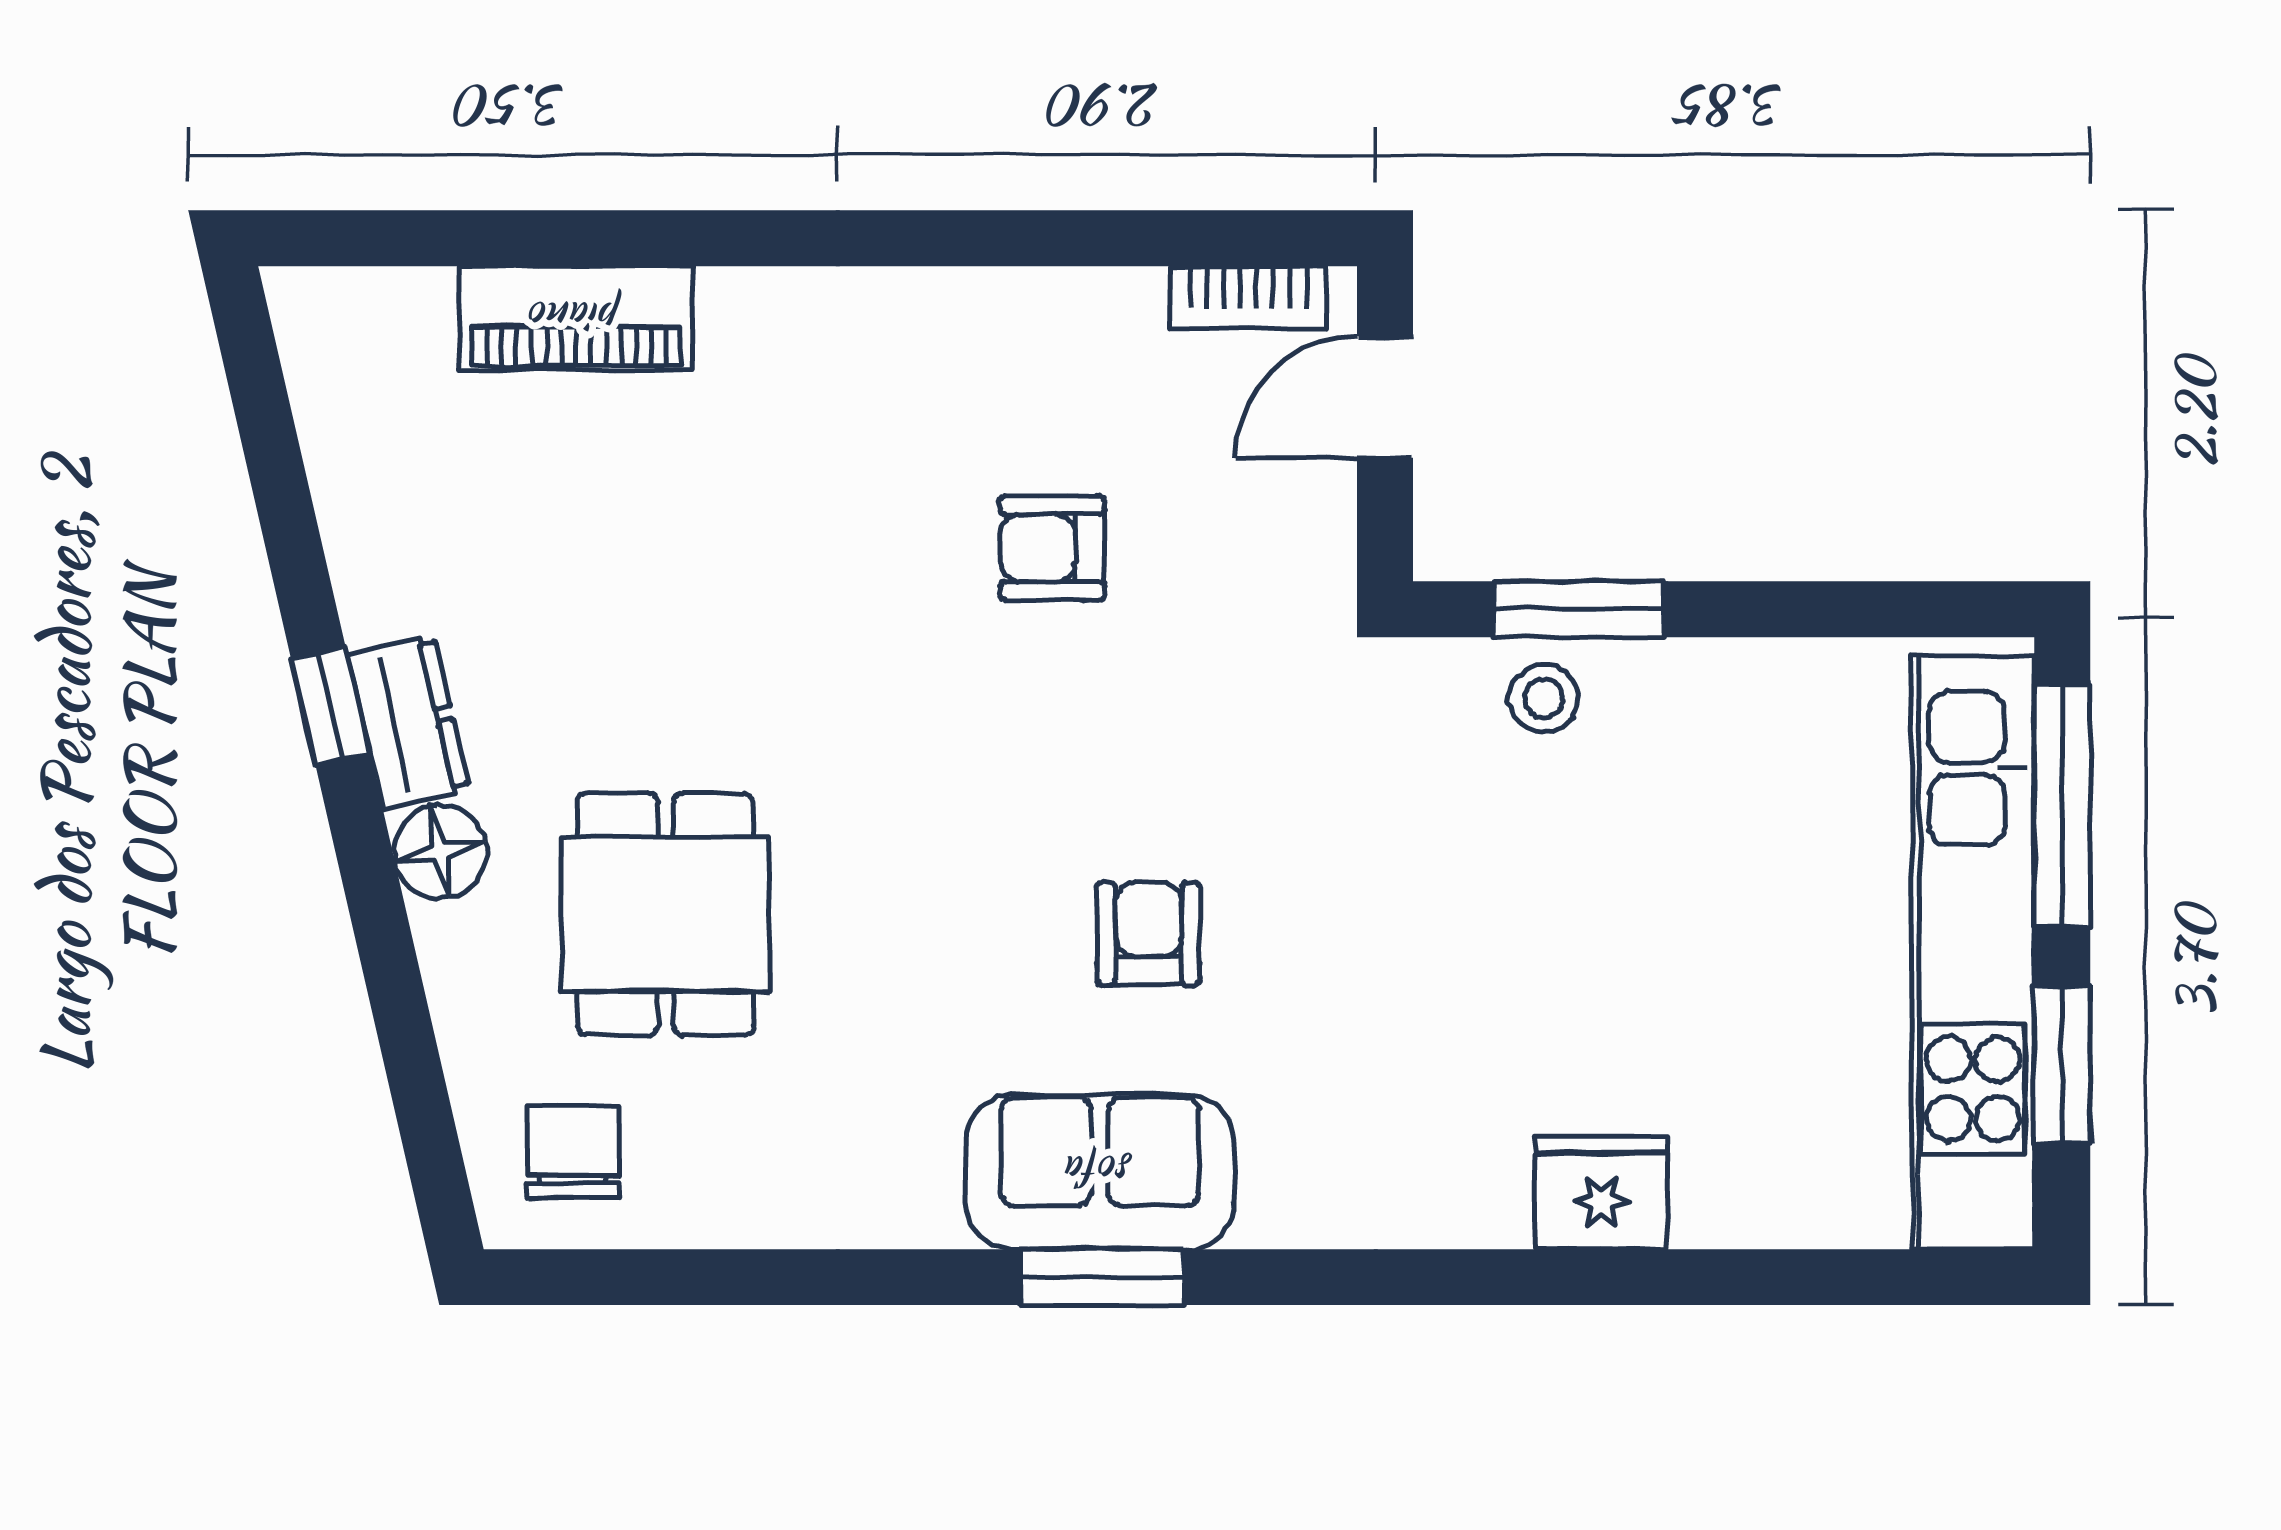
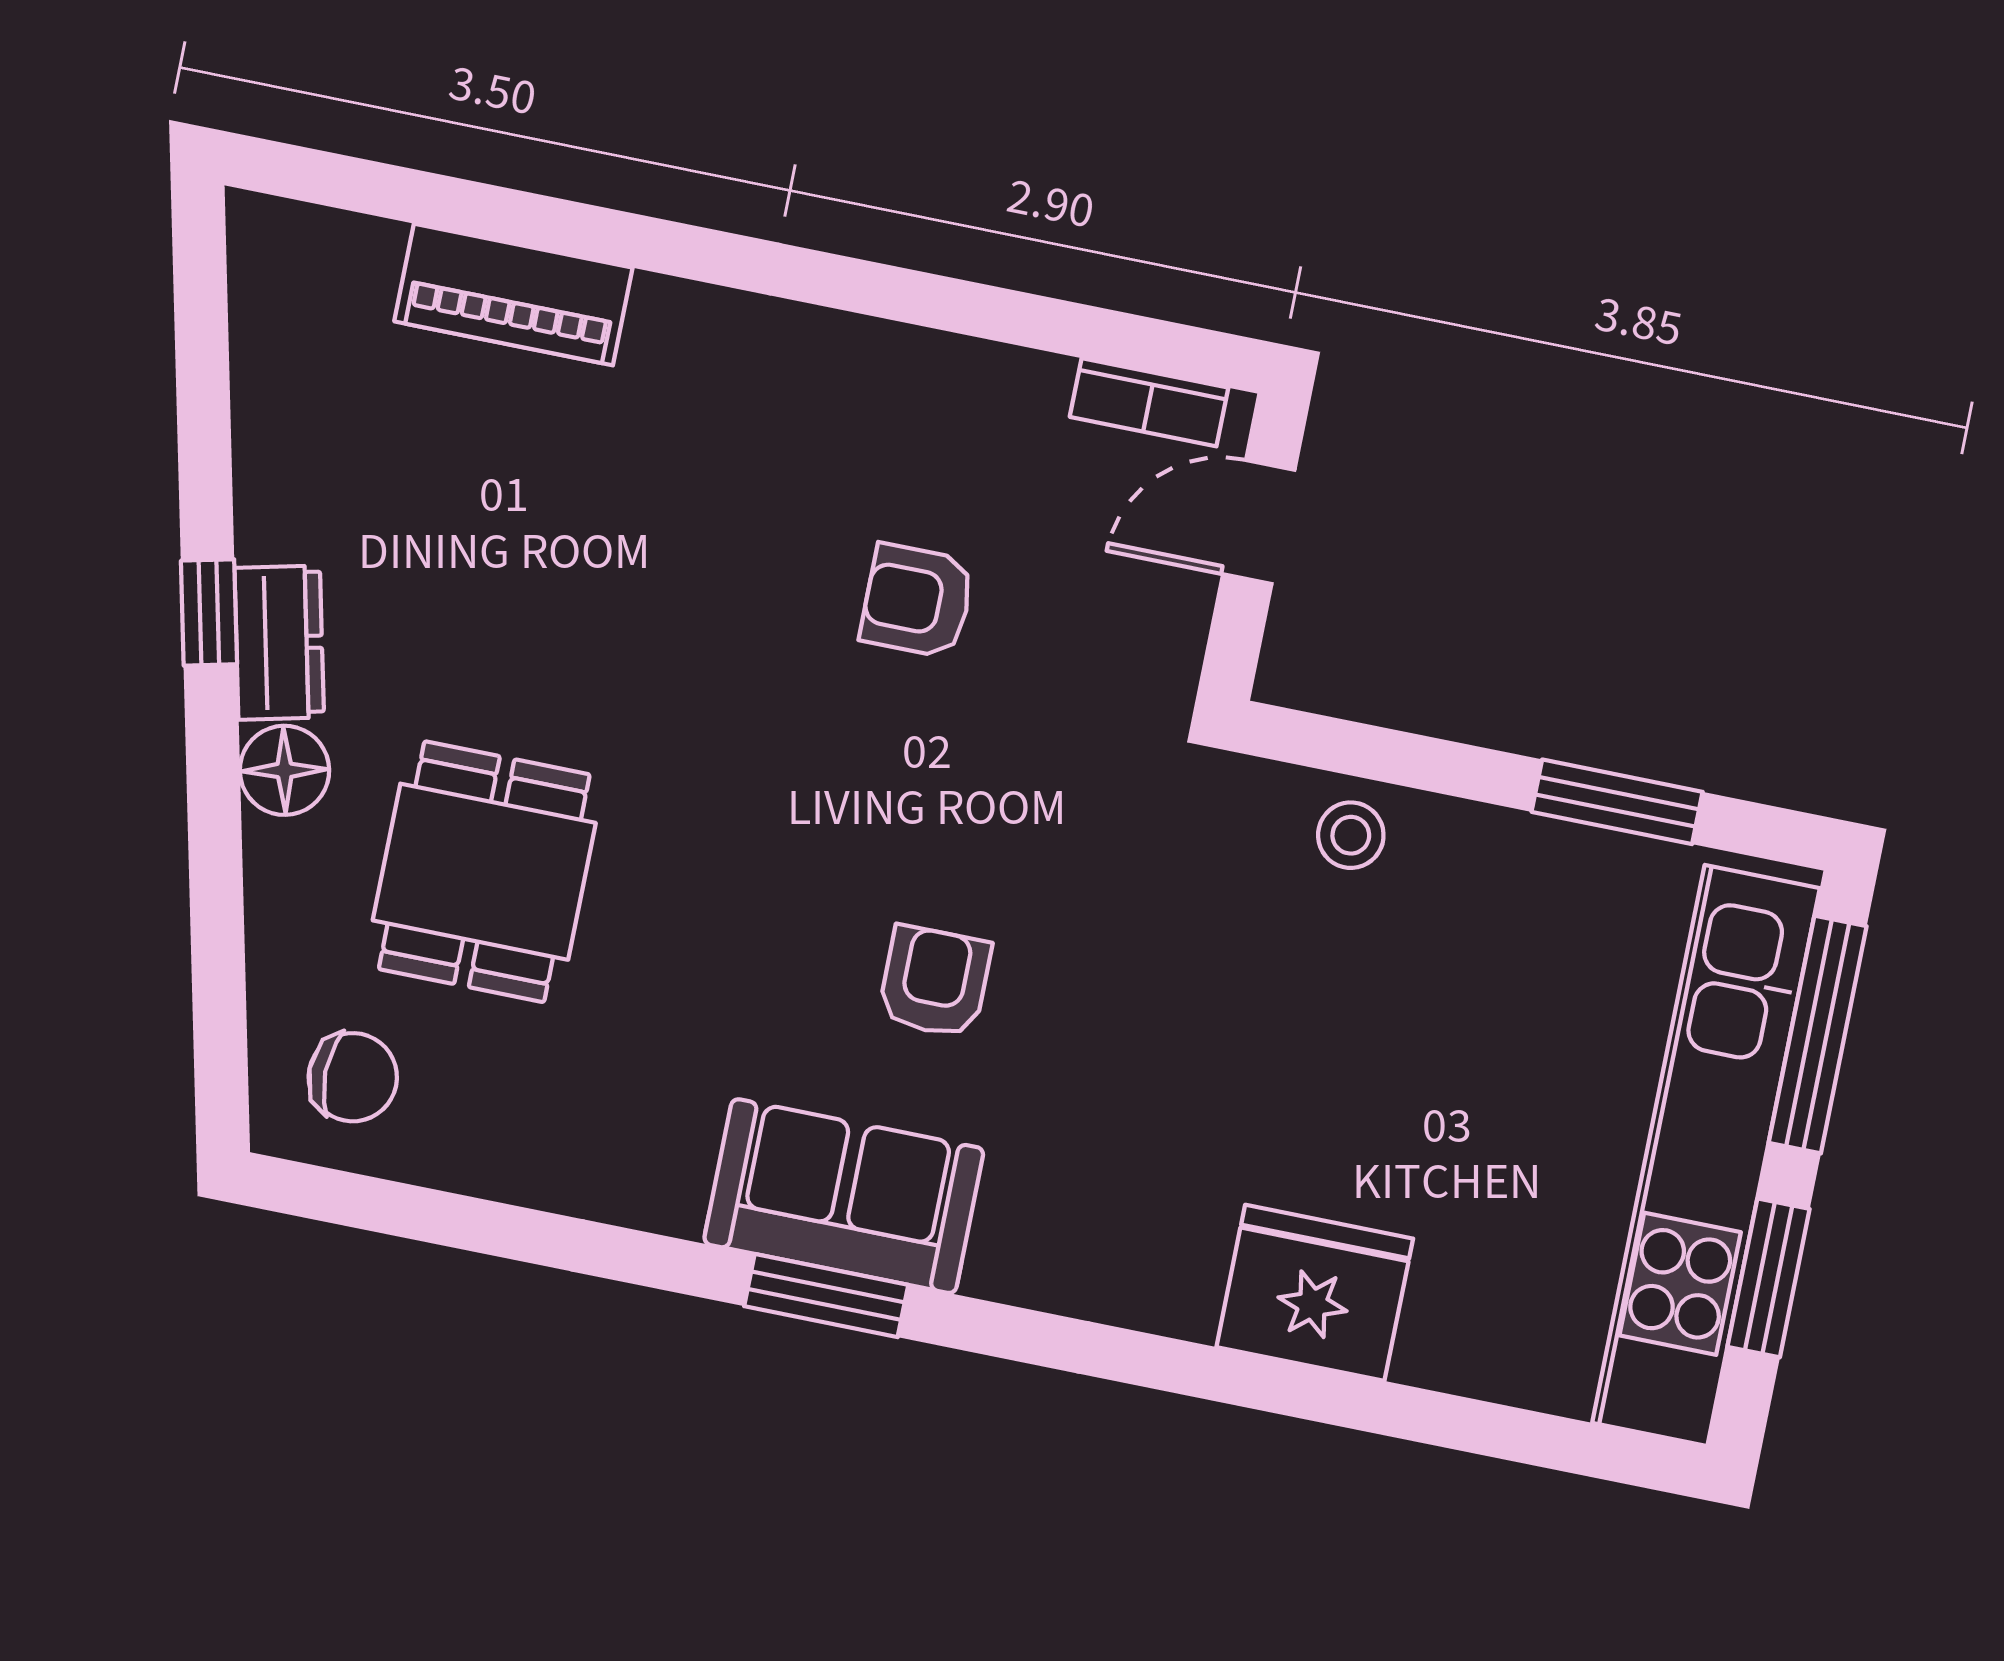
window: (1579, 609) -> (1617, 802), moved
chair: (573, 1151) -> (353, 1077), turned 90
fridge: (1601, 1193) -> (1315, 1293), width x1.36, depth x1.34

